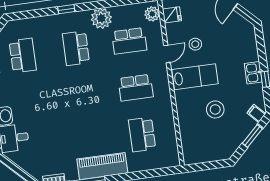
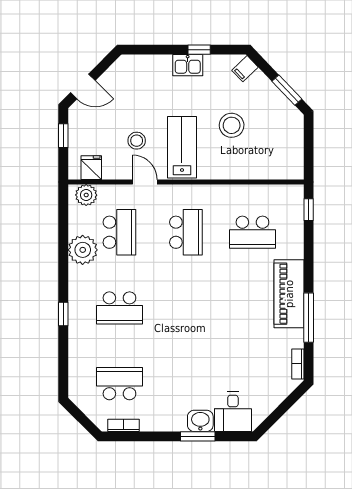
plant: (101, 18) -> (83, 250), moved
window: (252, 136) -> (287, 90), moved
window: (163, 172) -> (309, 210), added

